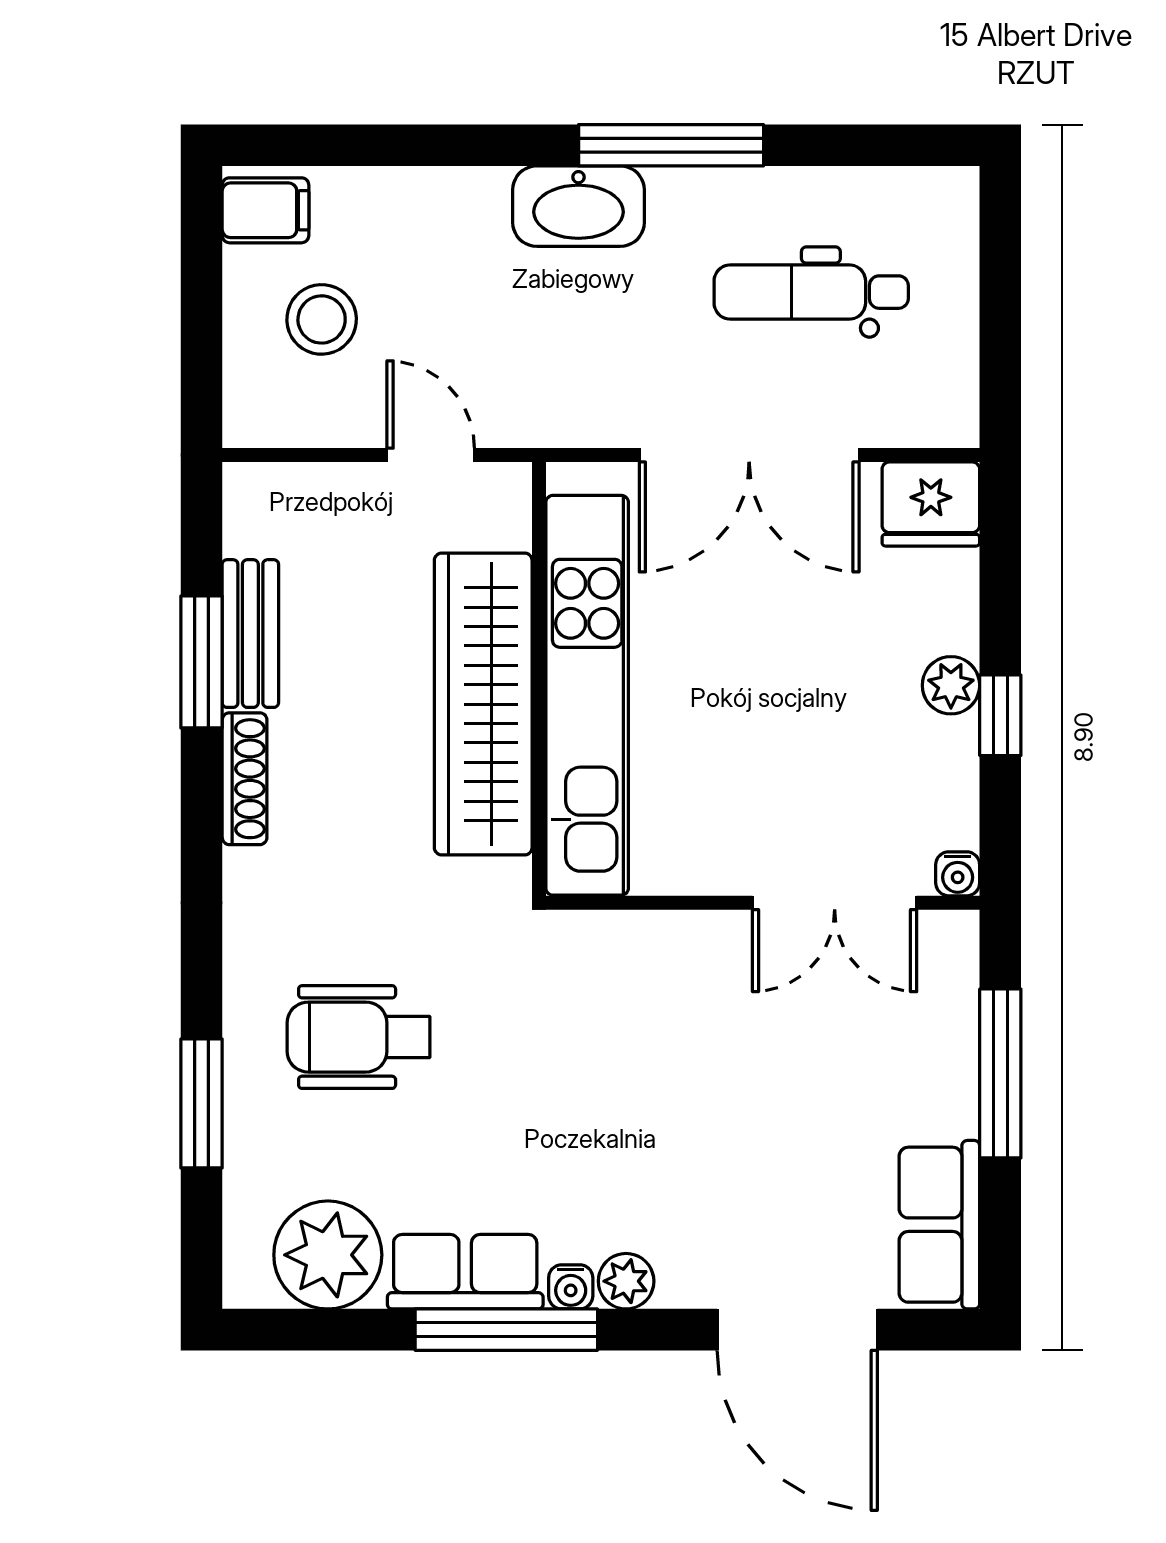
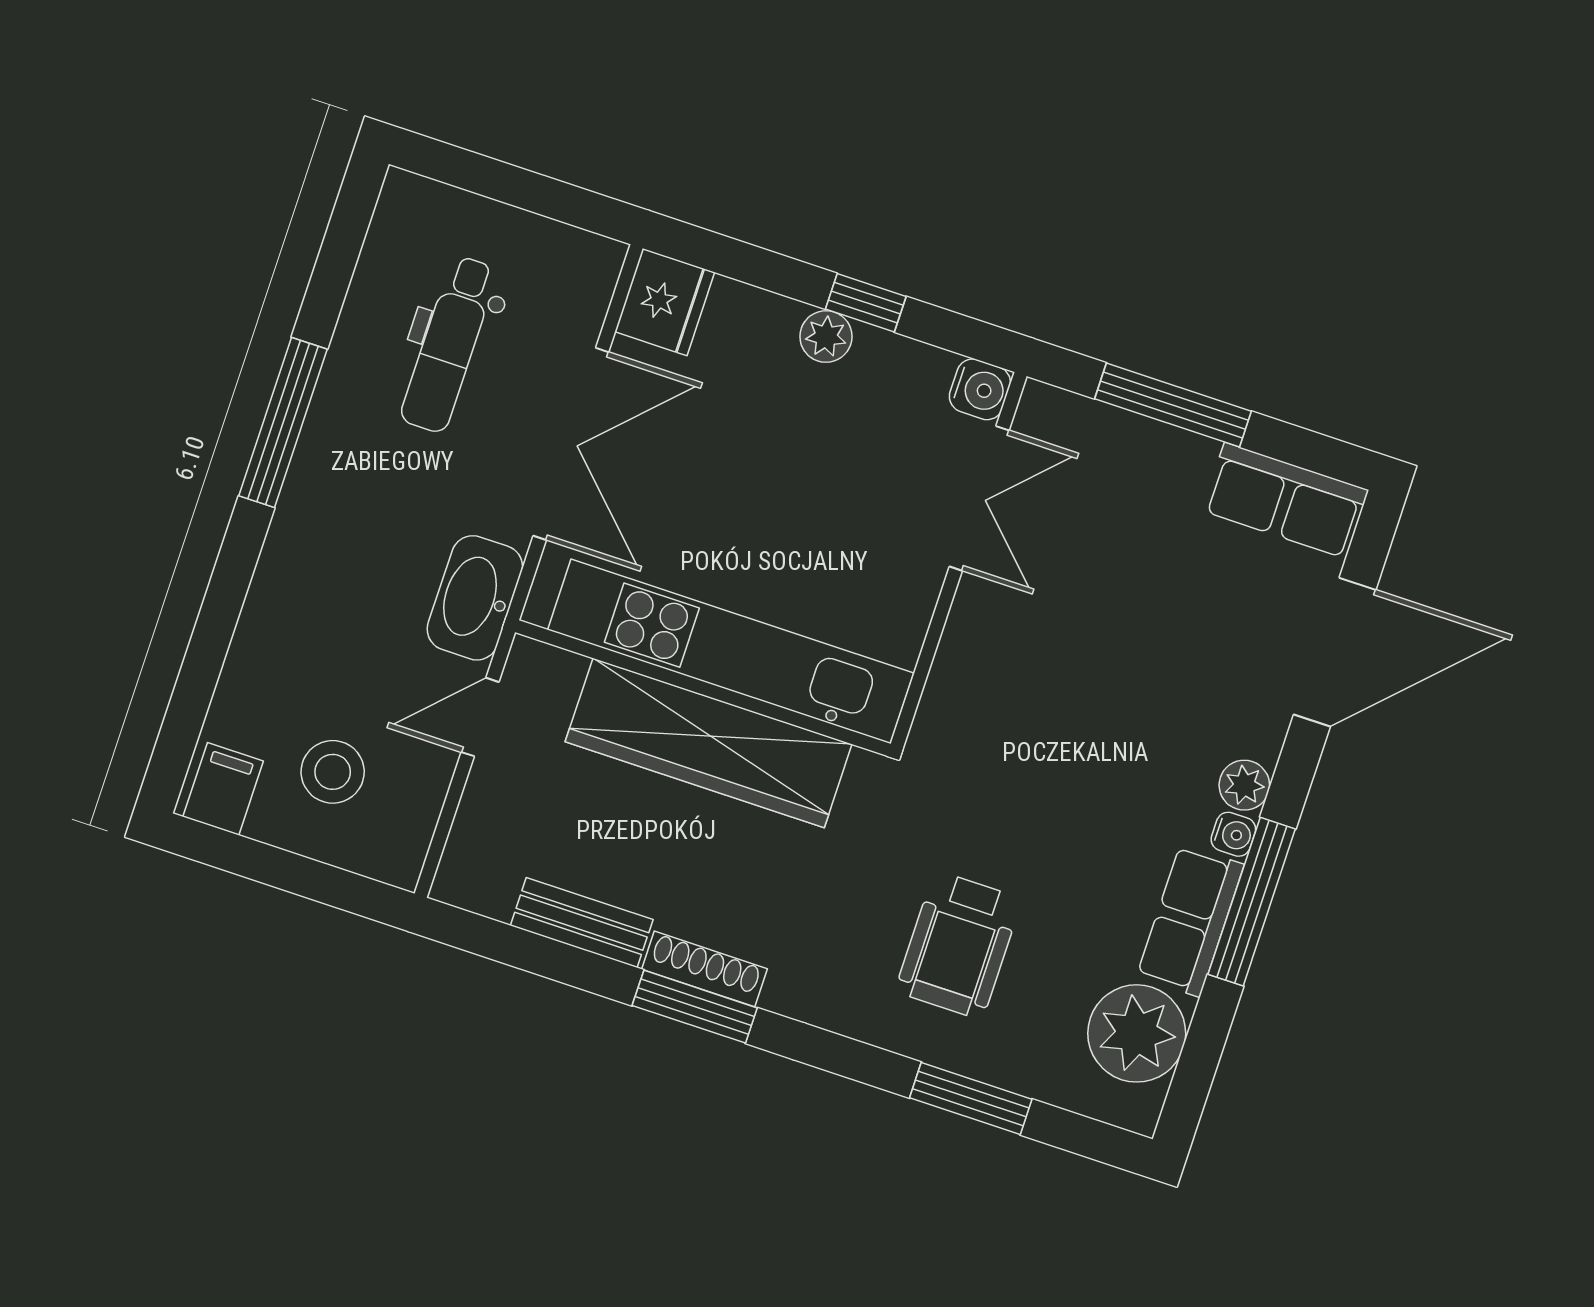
washbasin: (578, 206) -> (475, 598), moved, turned 180
window: (202, 662) -> (695, 1007), moved
water cooler: (958, 874) -> (980, 389), width x1.38, depth x1.38

